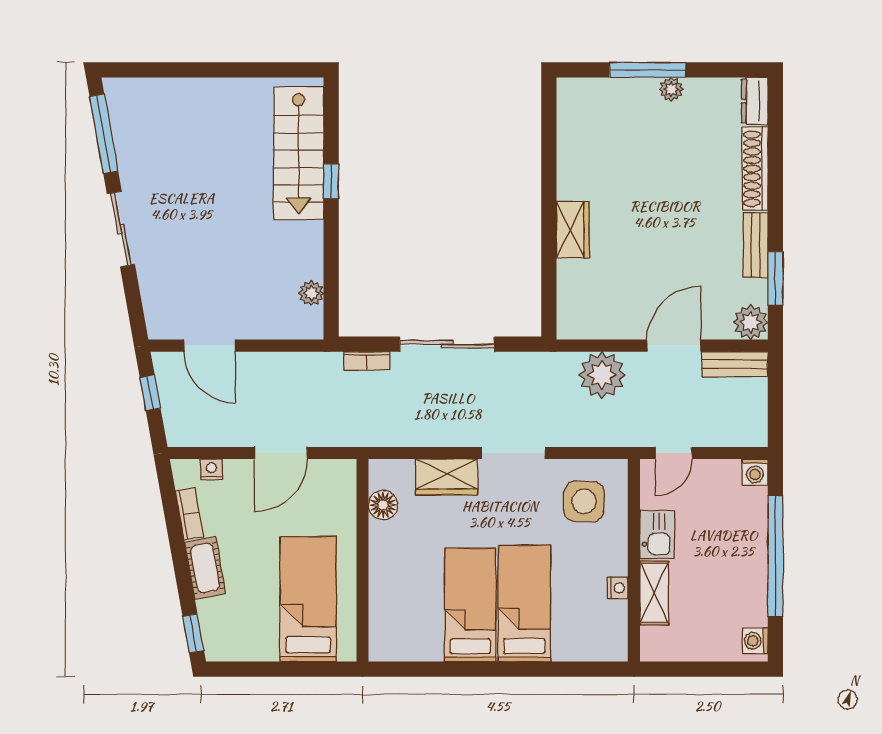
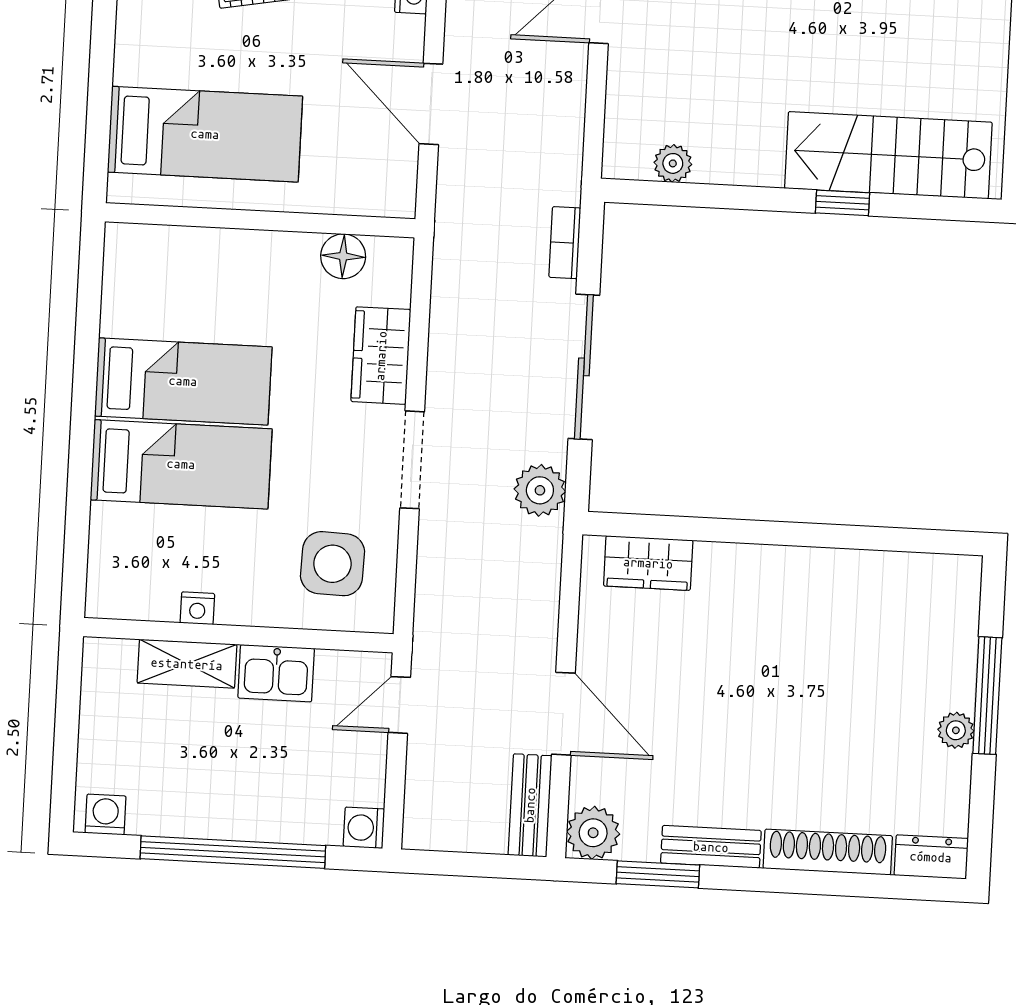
wardrobe: (573, 230) -> (648, 563), moved
plant: (602, 375) -> (540, 490), moved, width x0.73, depth x0.73
door: (674, 453) -> (399, 705), hinge flipped

